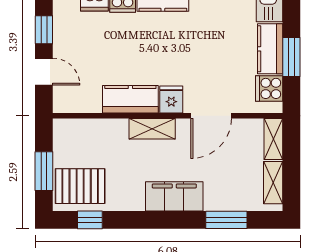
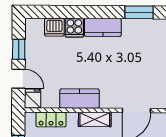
fridge: (171, 100) -> (33, 99), moved
locker: (90, 129) -> (51, 119), added

